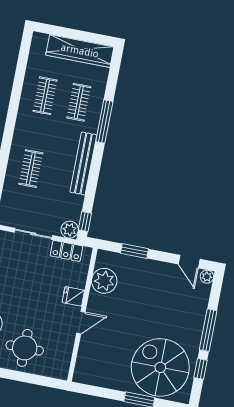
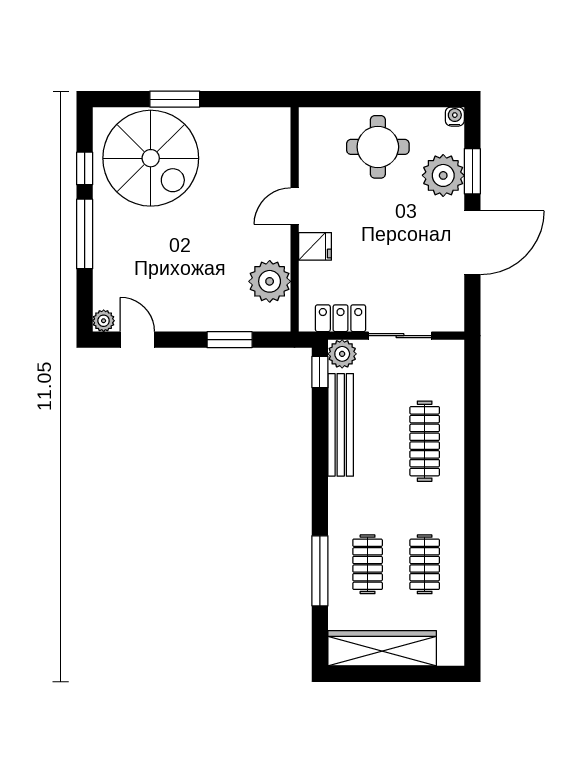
window: (104, 121) -> (320, 571), moved
bench: (83, 163) -> (341, 425), moved
clothes rail: (31, 169) -> (425, 441), width x1.36

